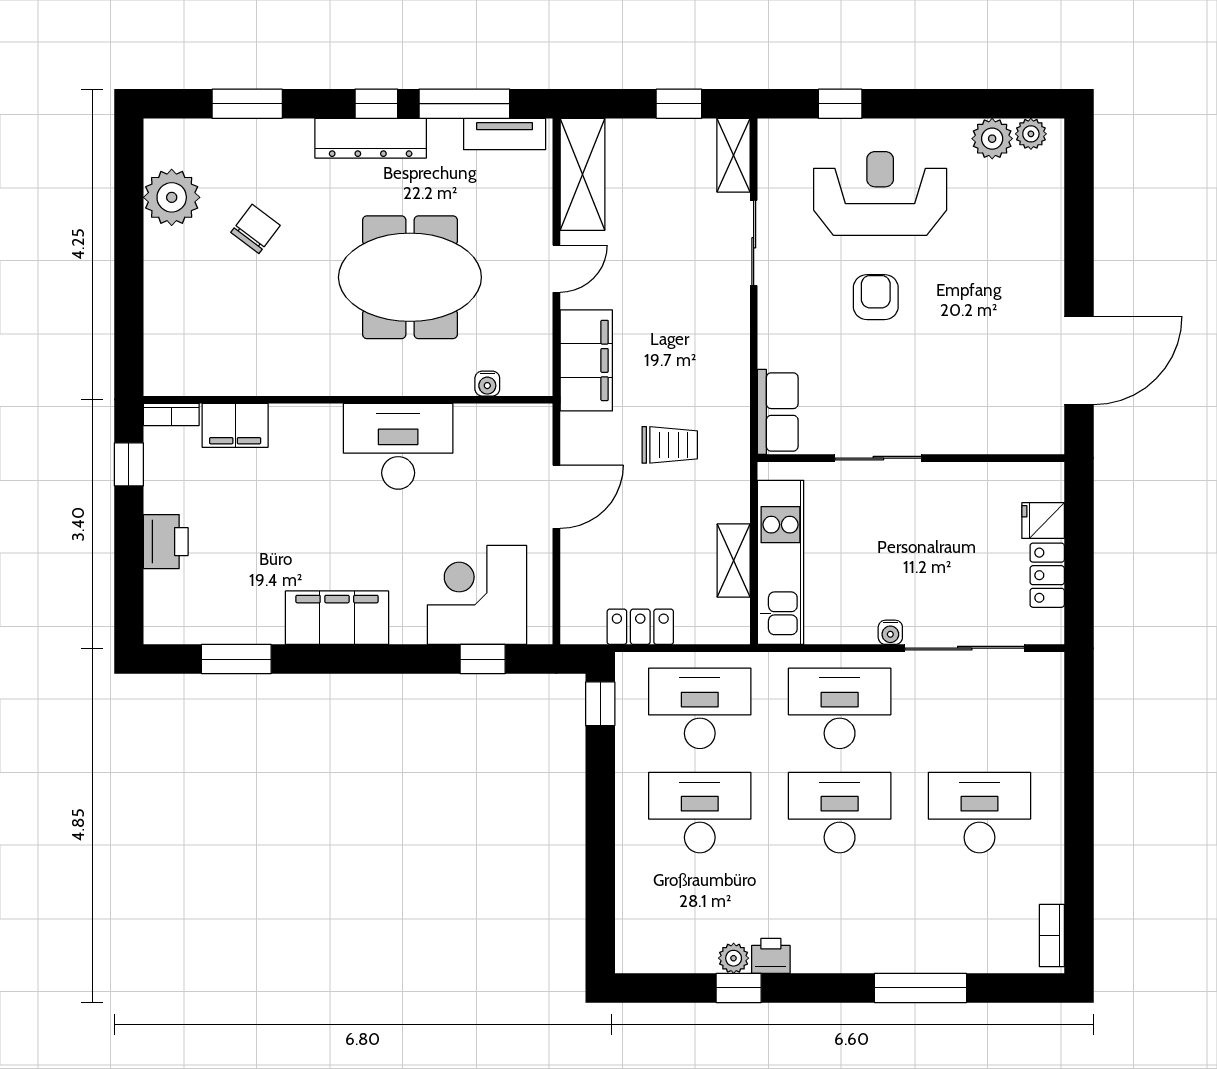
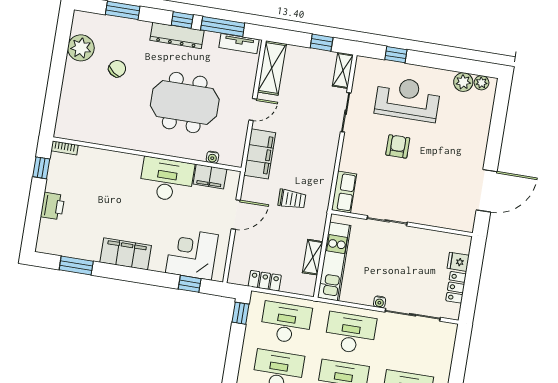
filing cabinet: (235, 425) -> (210, 177), moved

